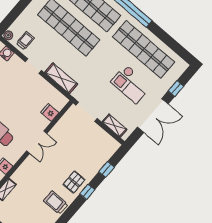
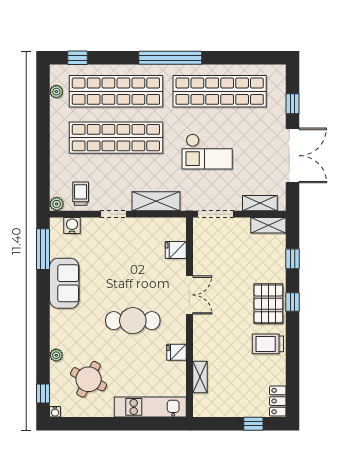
checkout: (131, 84) -> (207, 152), moved
shelving: (109, 141) -> (268, 225), added
pallet: (74, 182) -> (268, 304), width x1.50, depth x1.42

